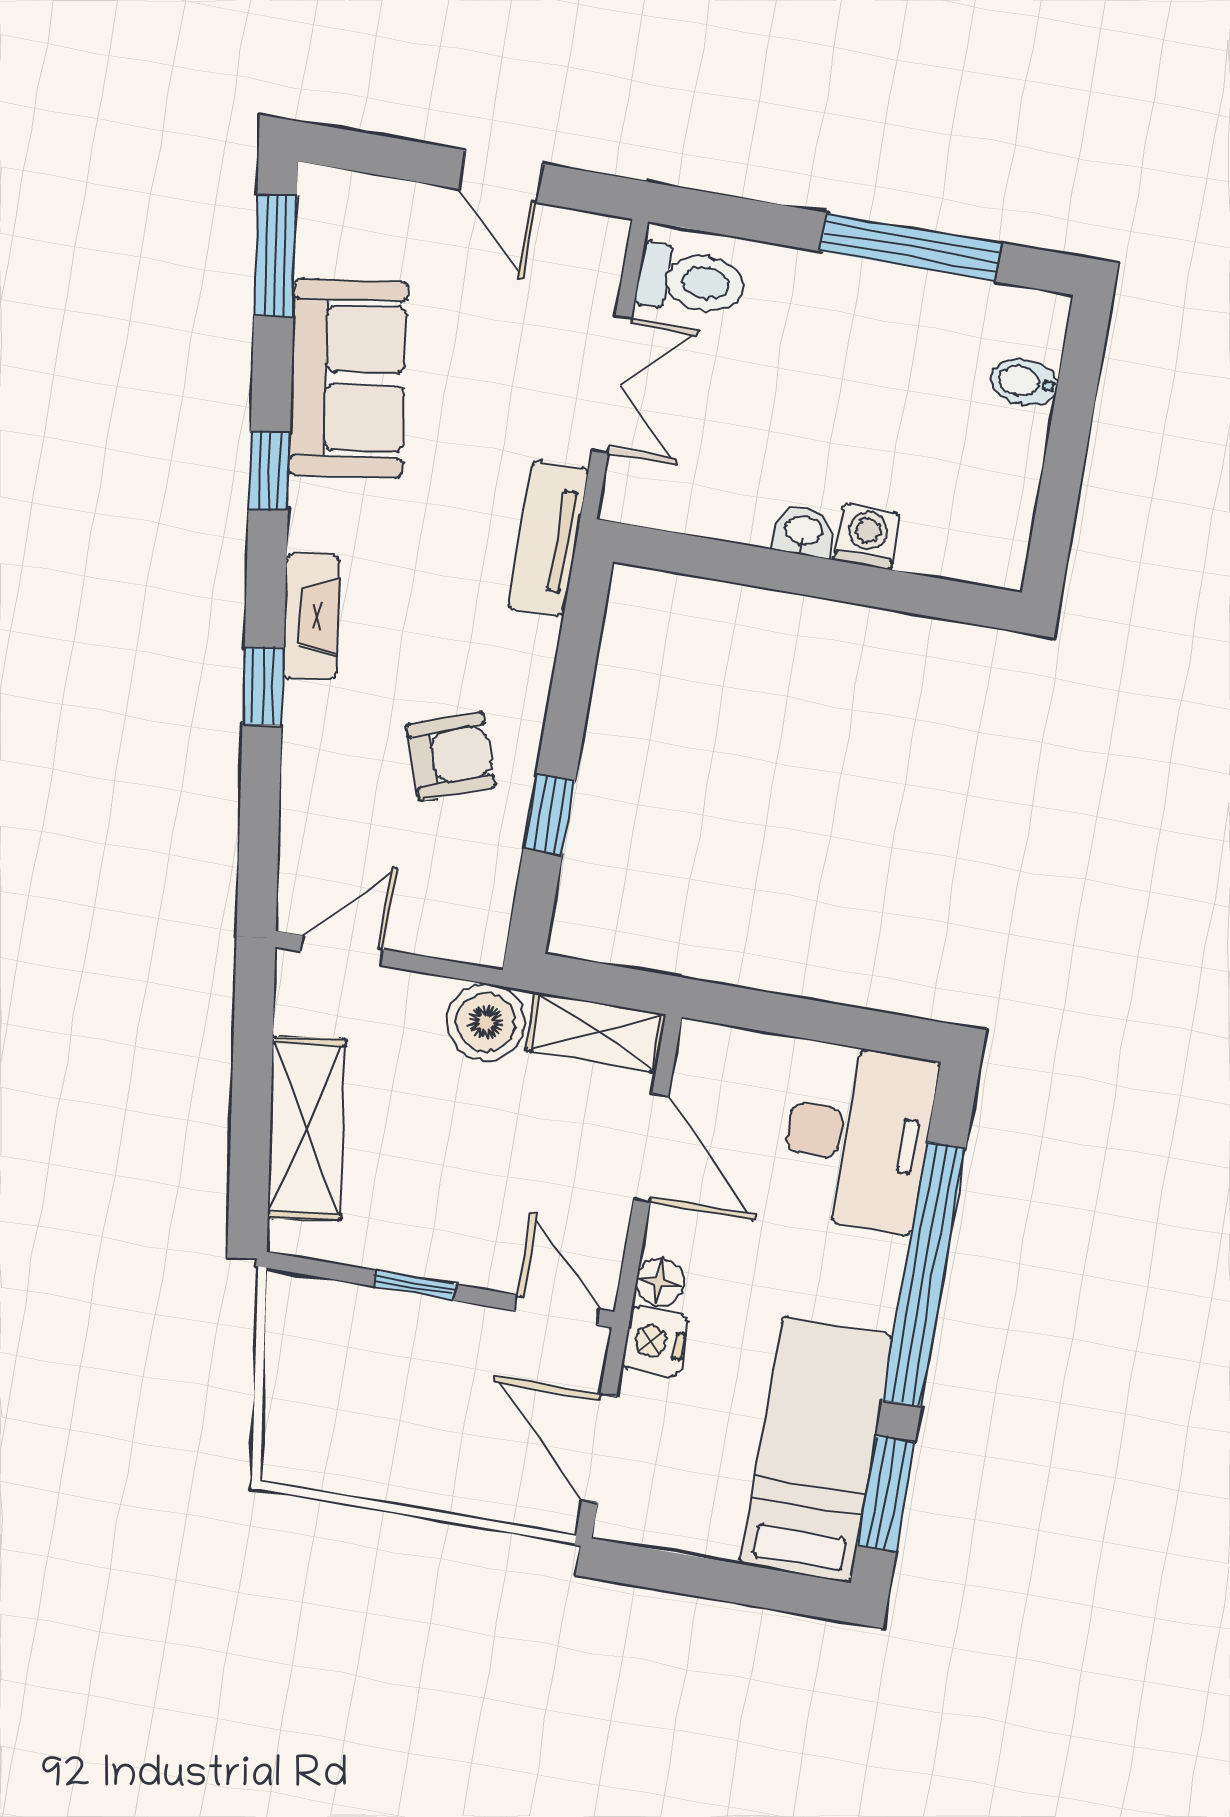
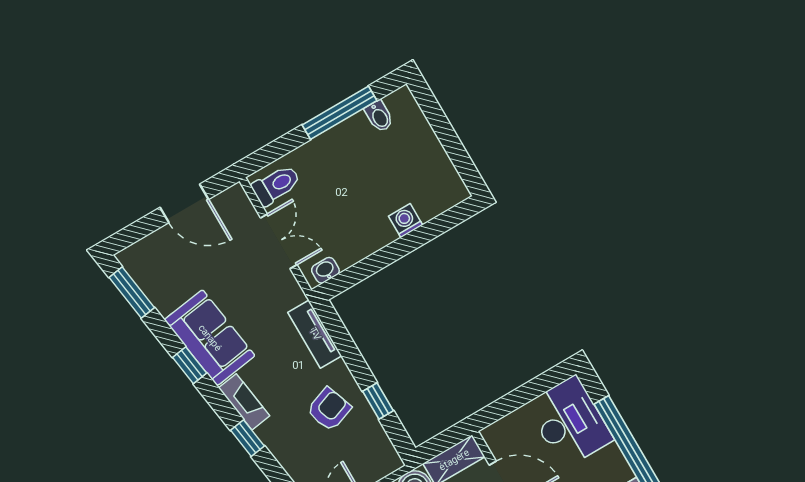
door: (501, 176) -> (184, 203), width x1.37
sofa: (348, 378) -> (210, 338), moved
bidet: (1024, 382) -> (379, 116), moved, turned -90
washbasin: (804, 531) -> (325, 270), moved
tv unit: (548, 539) -> (315, 334), moved

